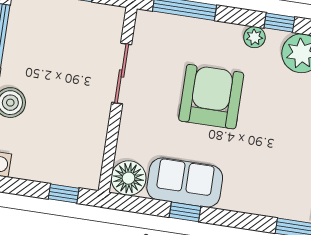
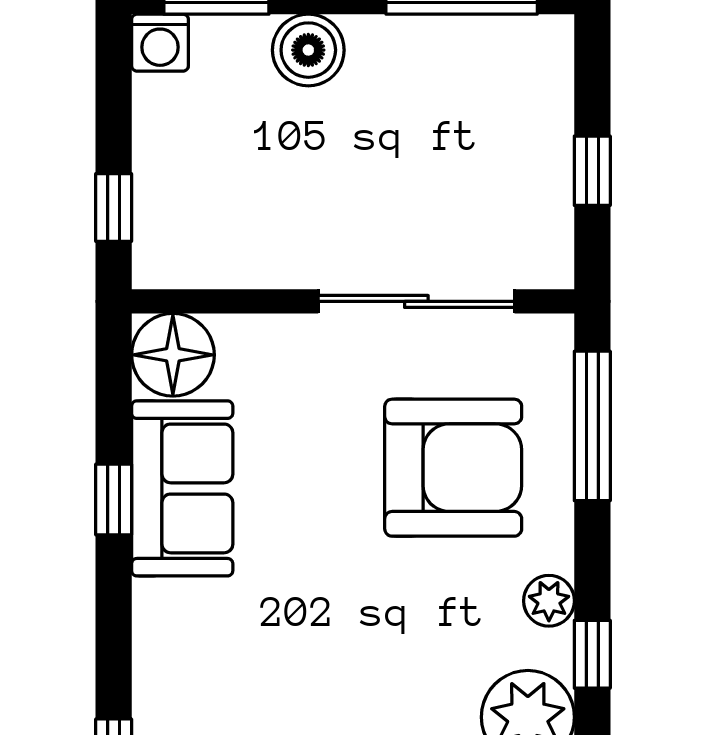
sliding door: (122, 73) -> (416, 301), width x1.37
armchair: (211, 97) -> (453, 468), moved

